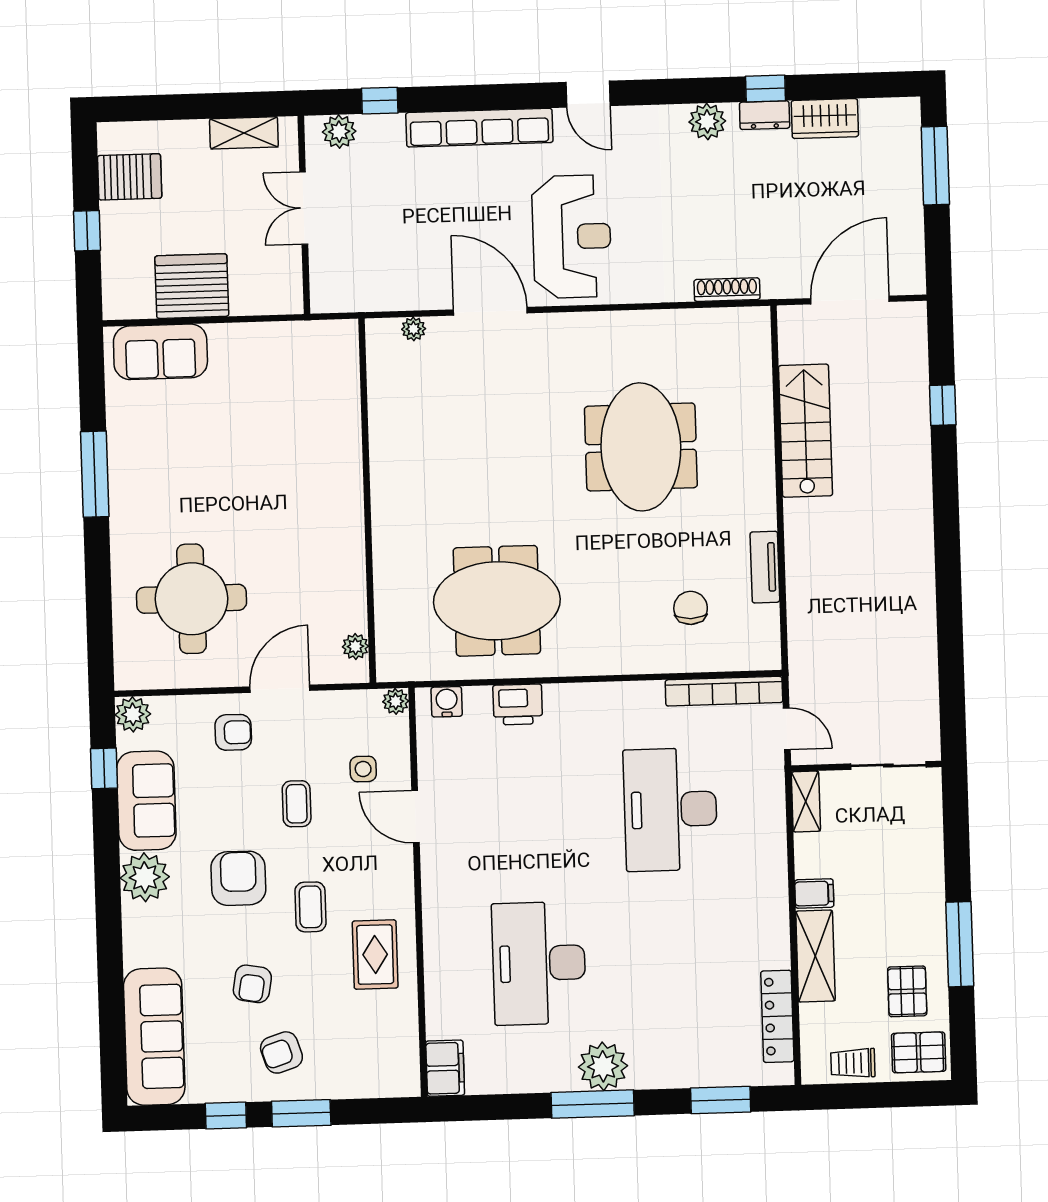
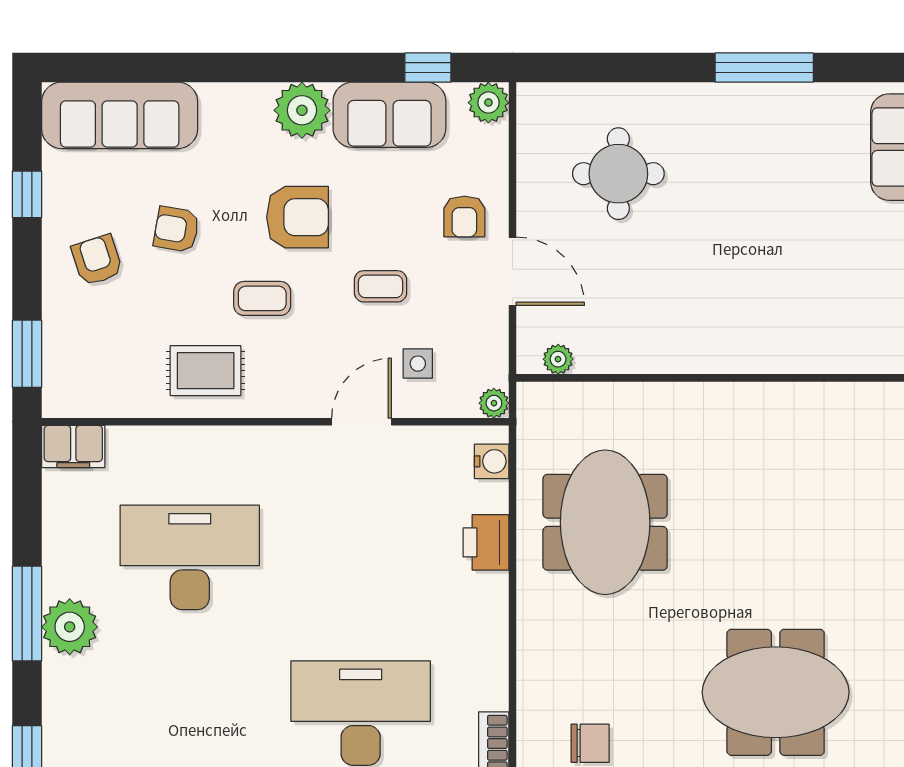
round table: (191, 599) -> (618, 174), width x0.73, depth x0.73
window: (301, 1113) -> (27, 354), moved

